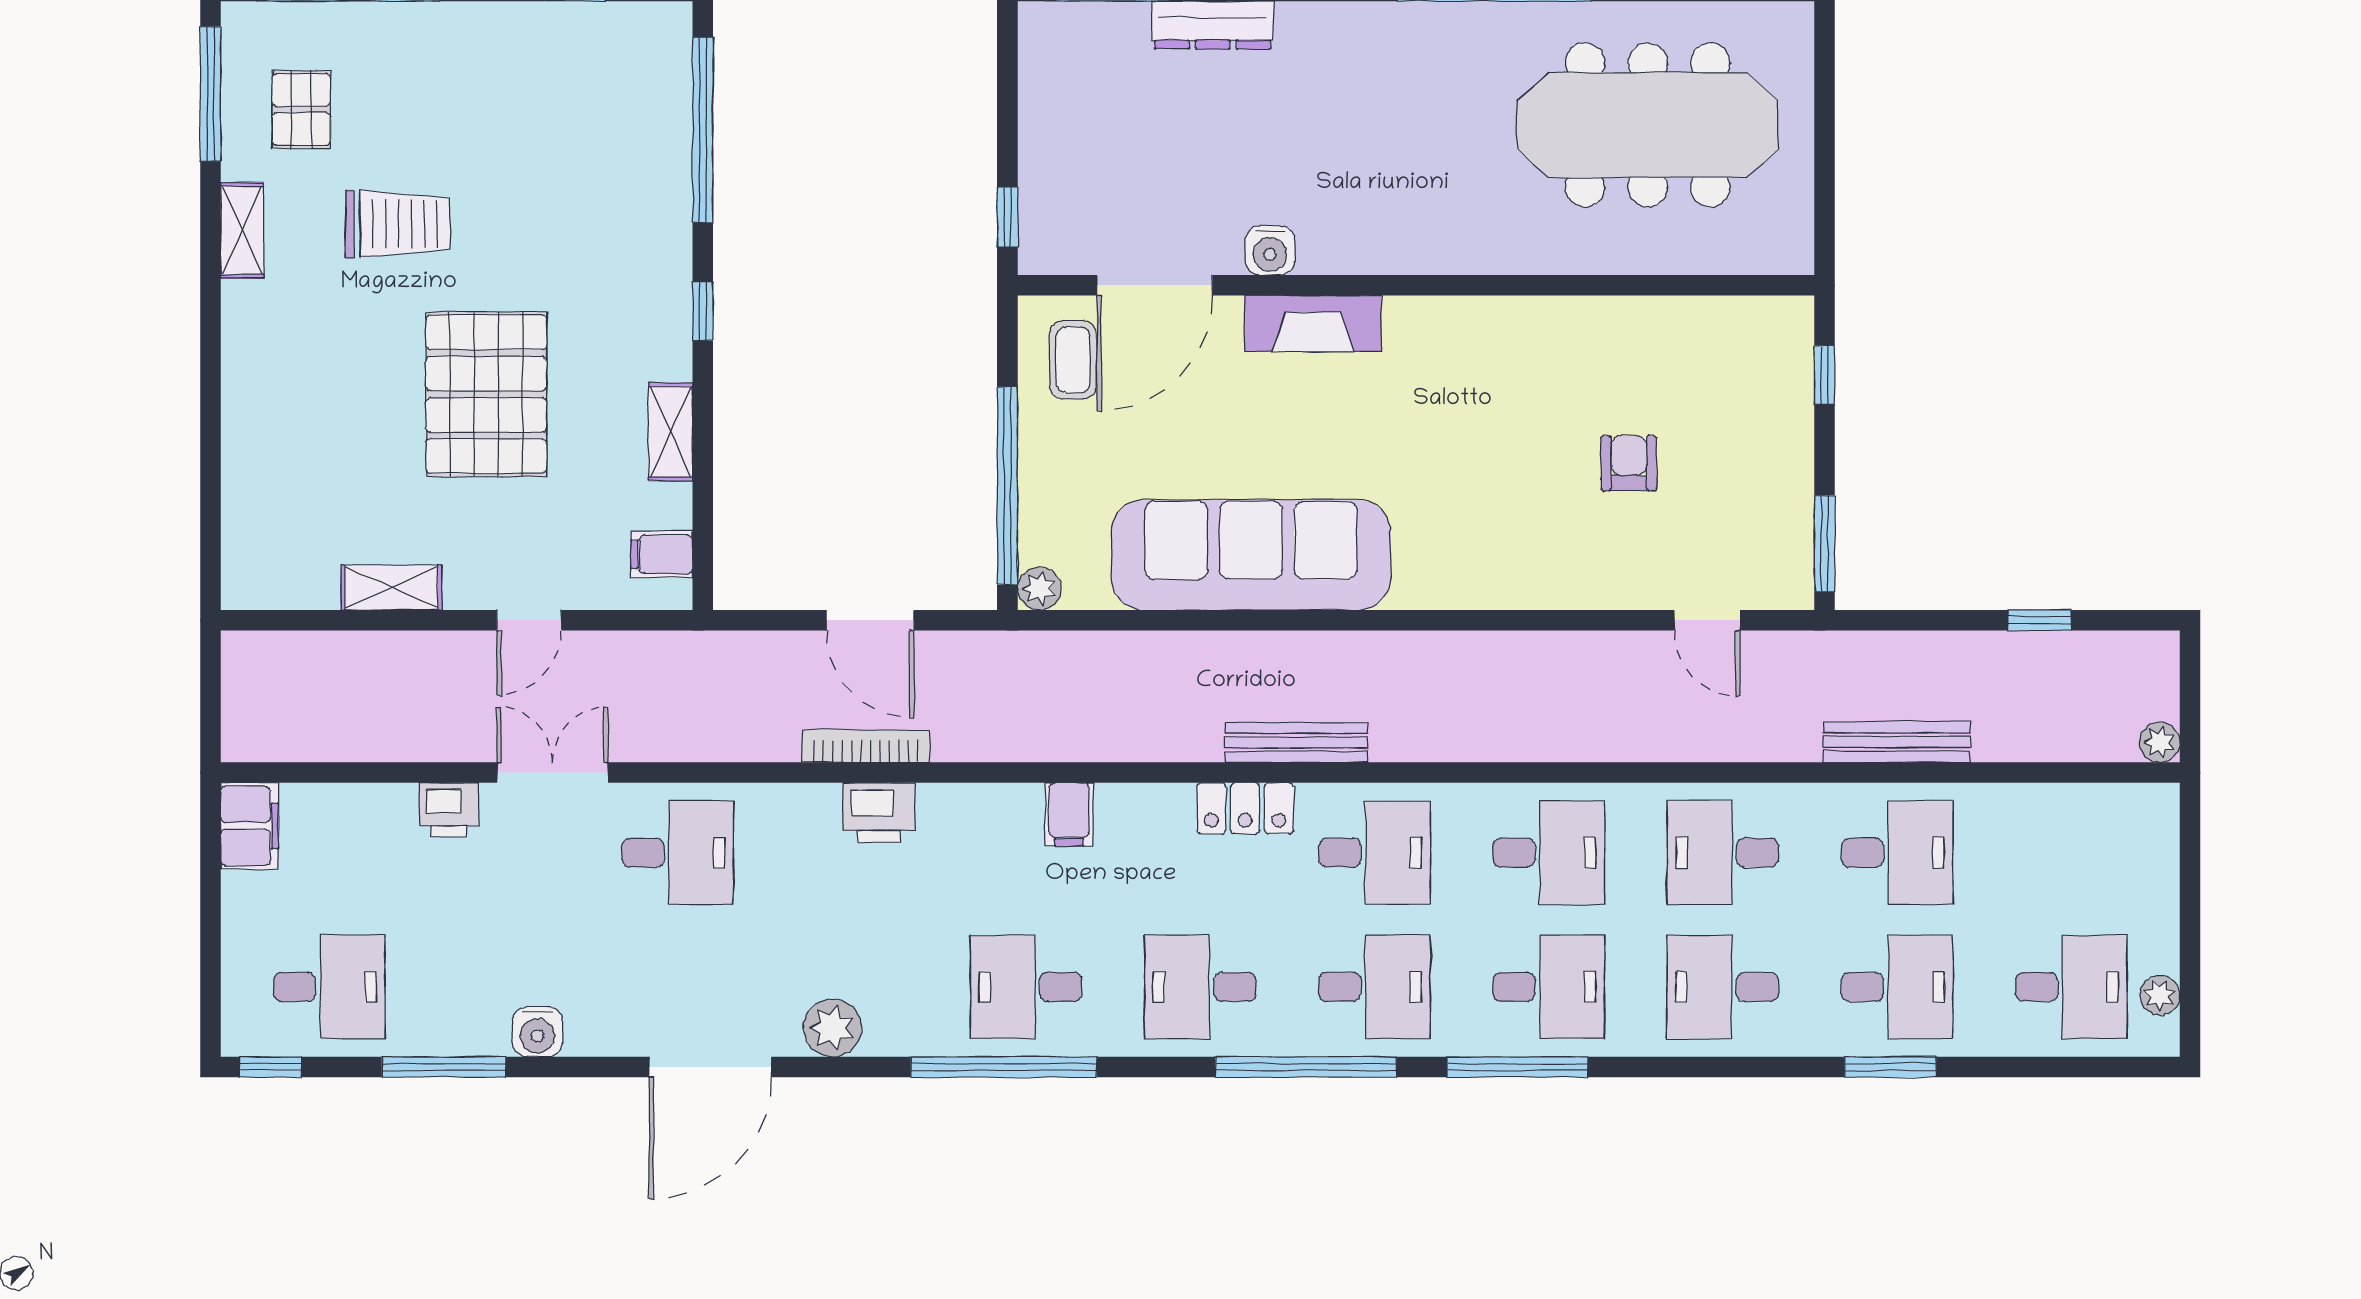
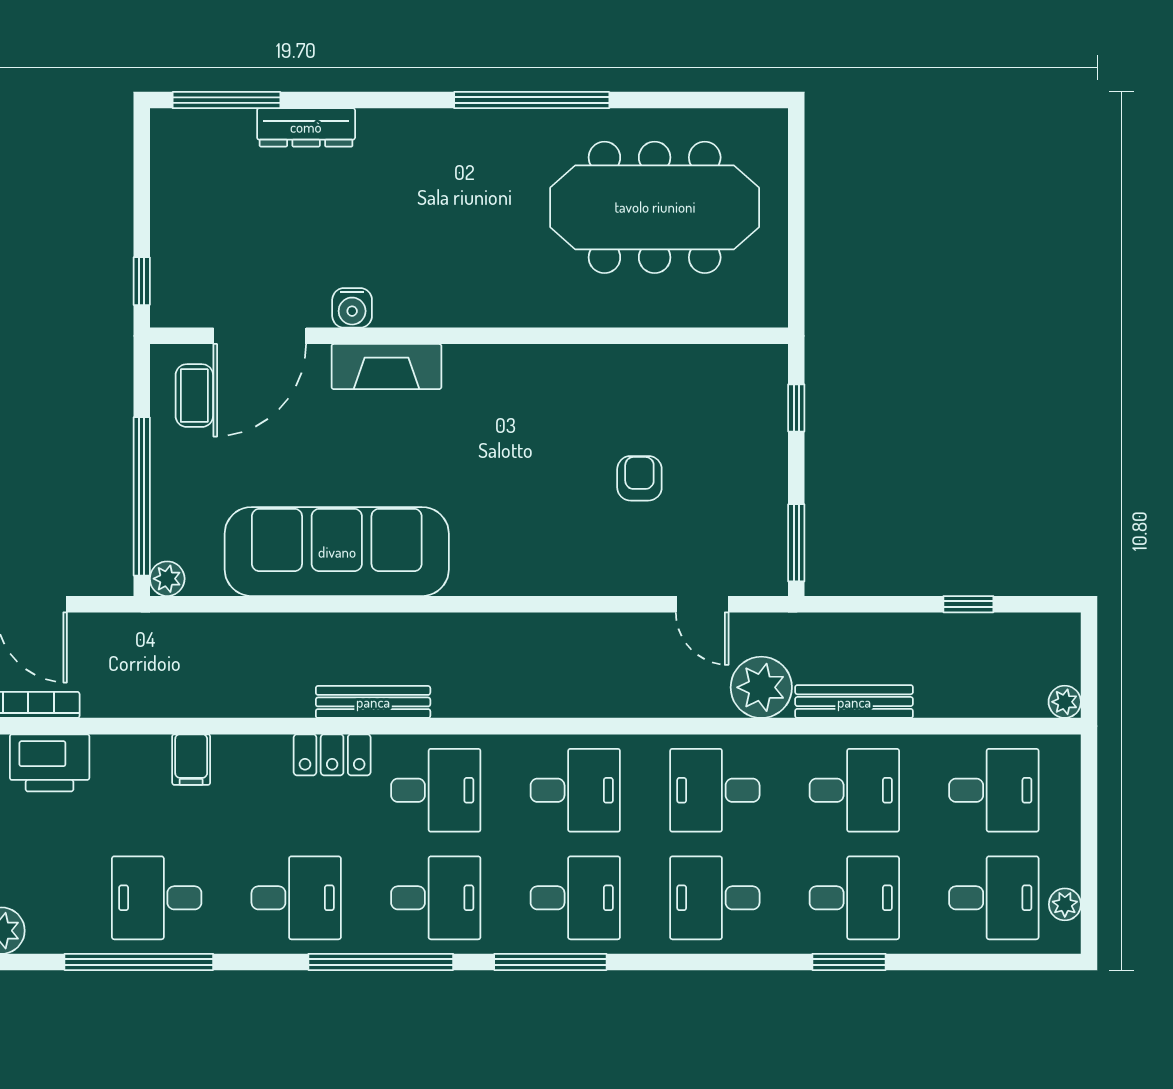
plant: (1781, 724) -> (761, 687), added
printer: (879, 813) -> (50, 763), width x1.37, depth x1.19
desk: (2071, 853) -> (994, 790), added
desk: (1200, 987) -> (296, 898), turned 180

